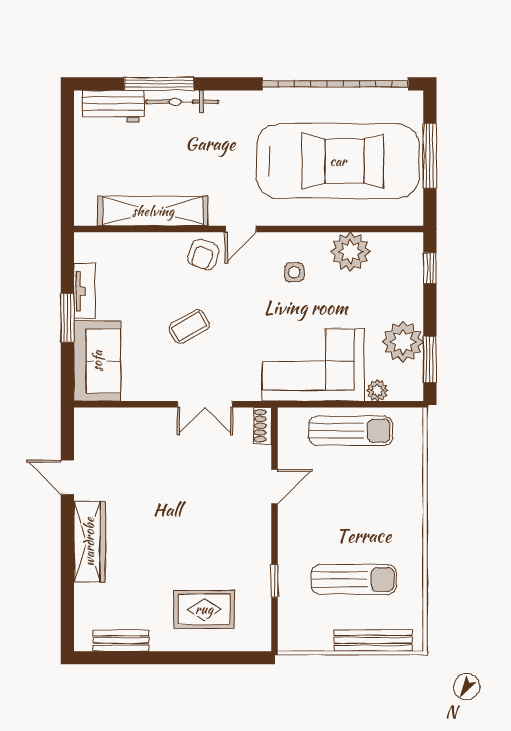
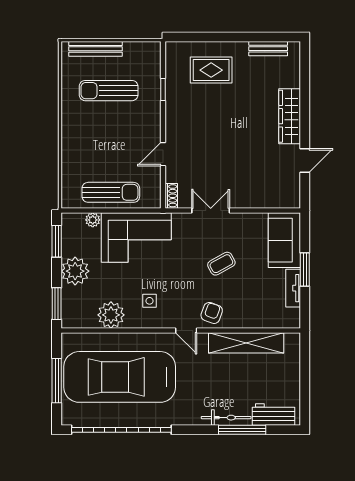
door: (241, 229) -> (186, 330), swing flipped
window: (430, 268) -> (57, 304), width x1.50
plant: (403, 342) -> (75, 271), moved
sun lounger: (351, 431) -> (111, 192), turned 180
door: (67, 477) -> (305, 160), hinge flipped

